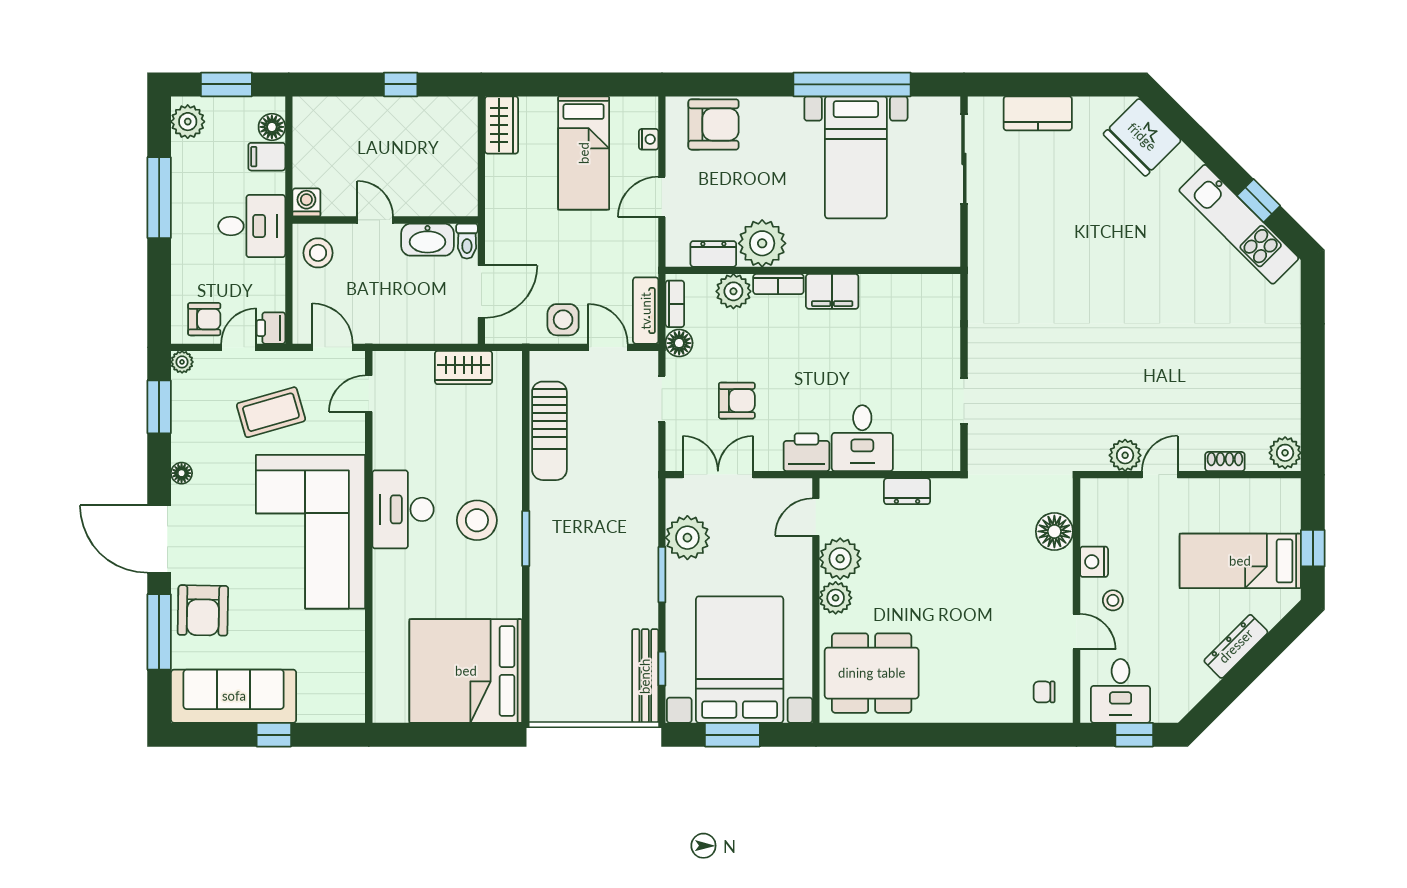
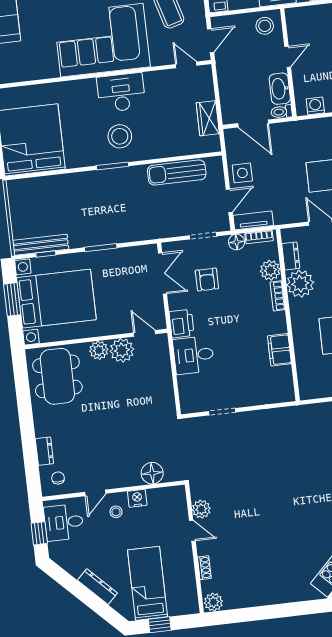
washing machine: (306, 202) -> (315, 106), moved, turned -90
filing cabinet: (832, 291) -> (279, 350), moved
dresser: (907, 491) -> (44, 451), moved, turned 180
plant: (687, 538) -> (124, 260), removed

